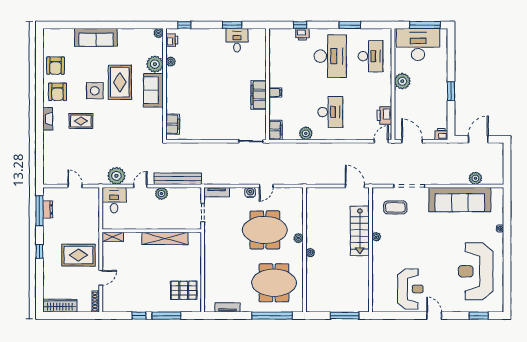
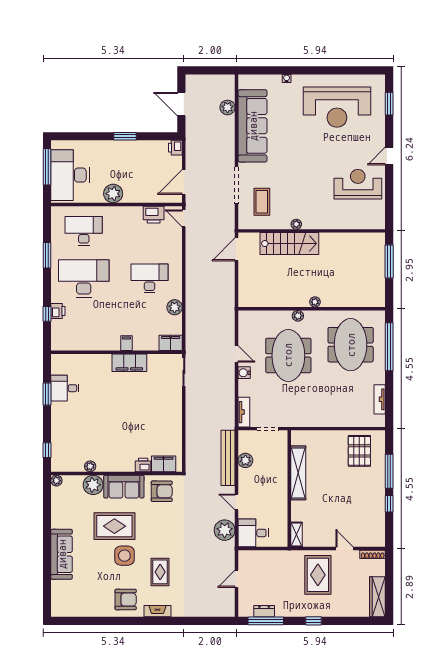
printer: (172, 40) -> (143, 465), moved
armchair: (56, 66) -> (162, 491), moved
plant: (162, 193) -> (245, 460), moved

